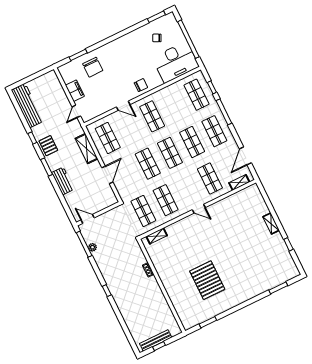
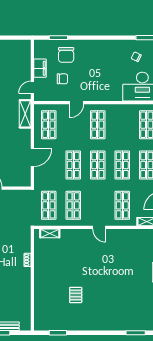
chair: (141, 85) -> (62, 79), moved
door: (123, 106) -> (77, 103), hinge flipped
shelving: (86, 149) -> (25, 114), moved
pallet: (207, 280) -> (76, 295), width x0.49, depth x0.50

